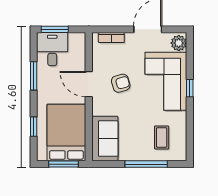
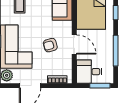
desk: (52, 49) -> (89, 72), moved, turned 90
window: (34, 76) -> (116, 51), width x1.44

